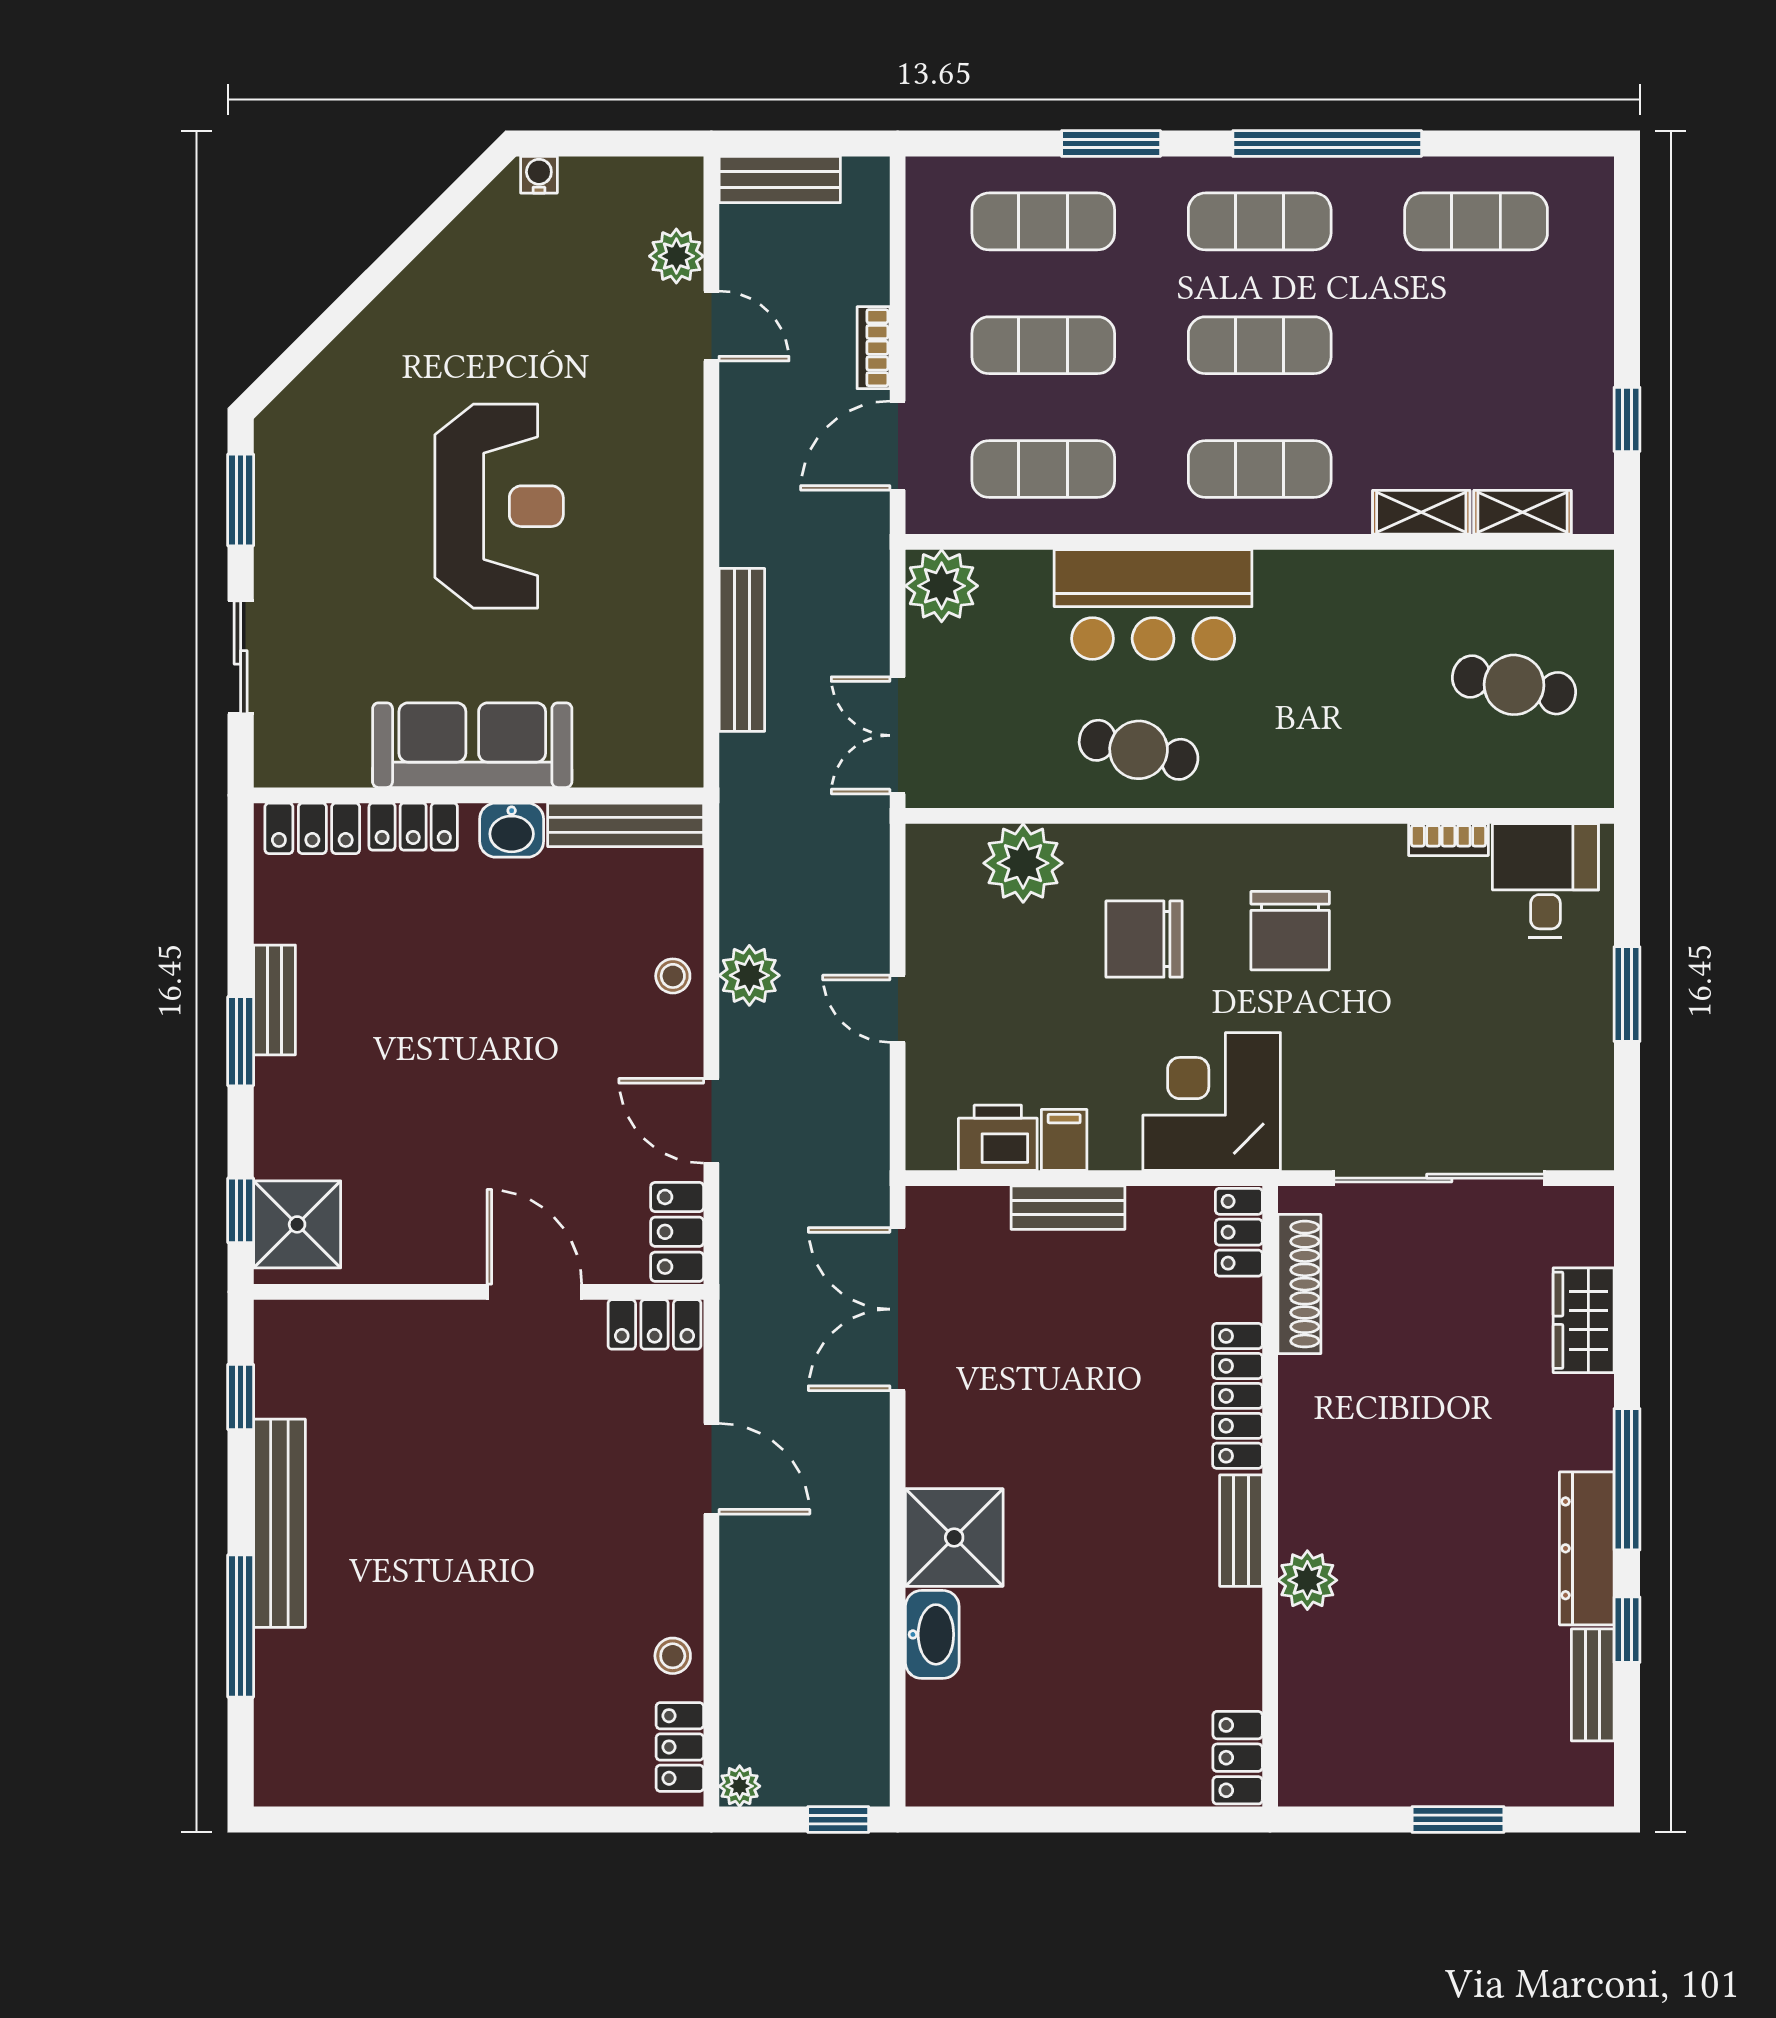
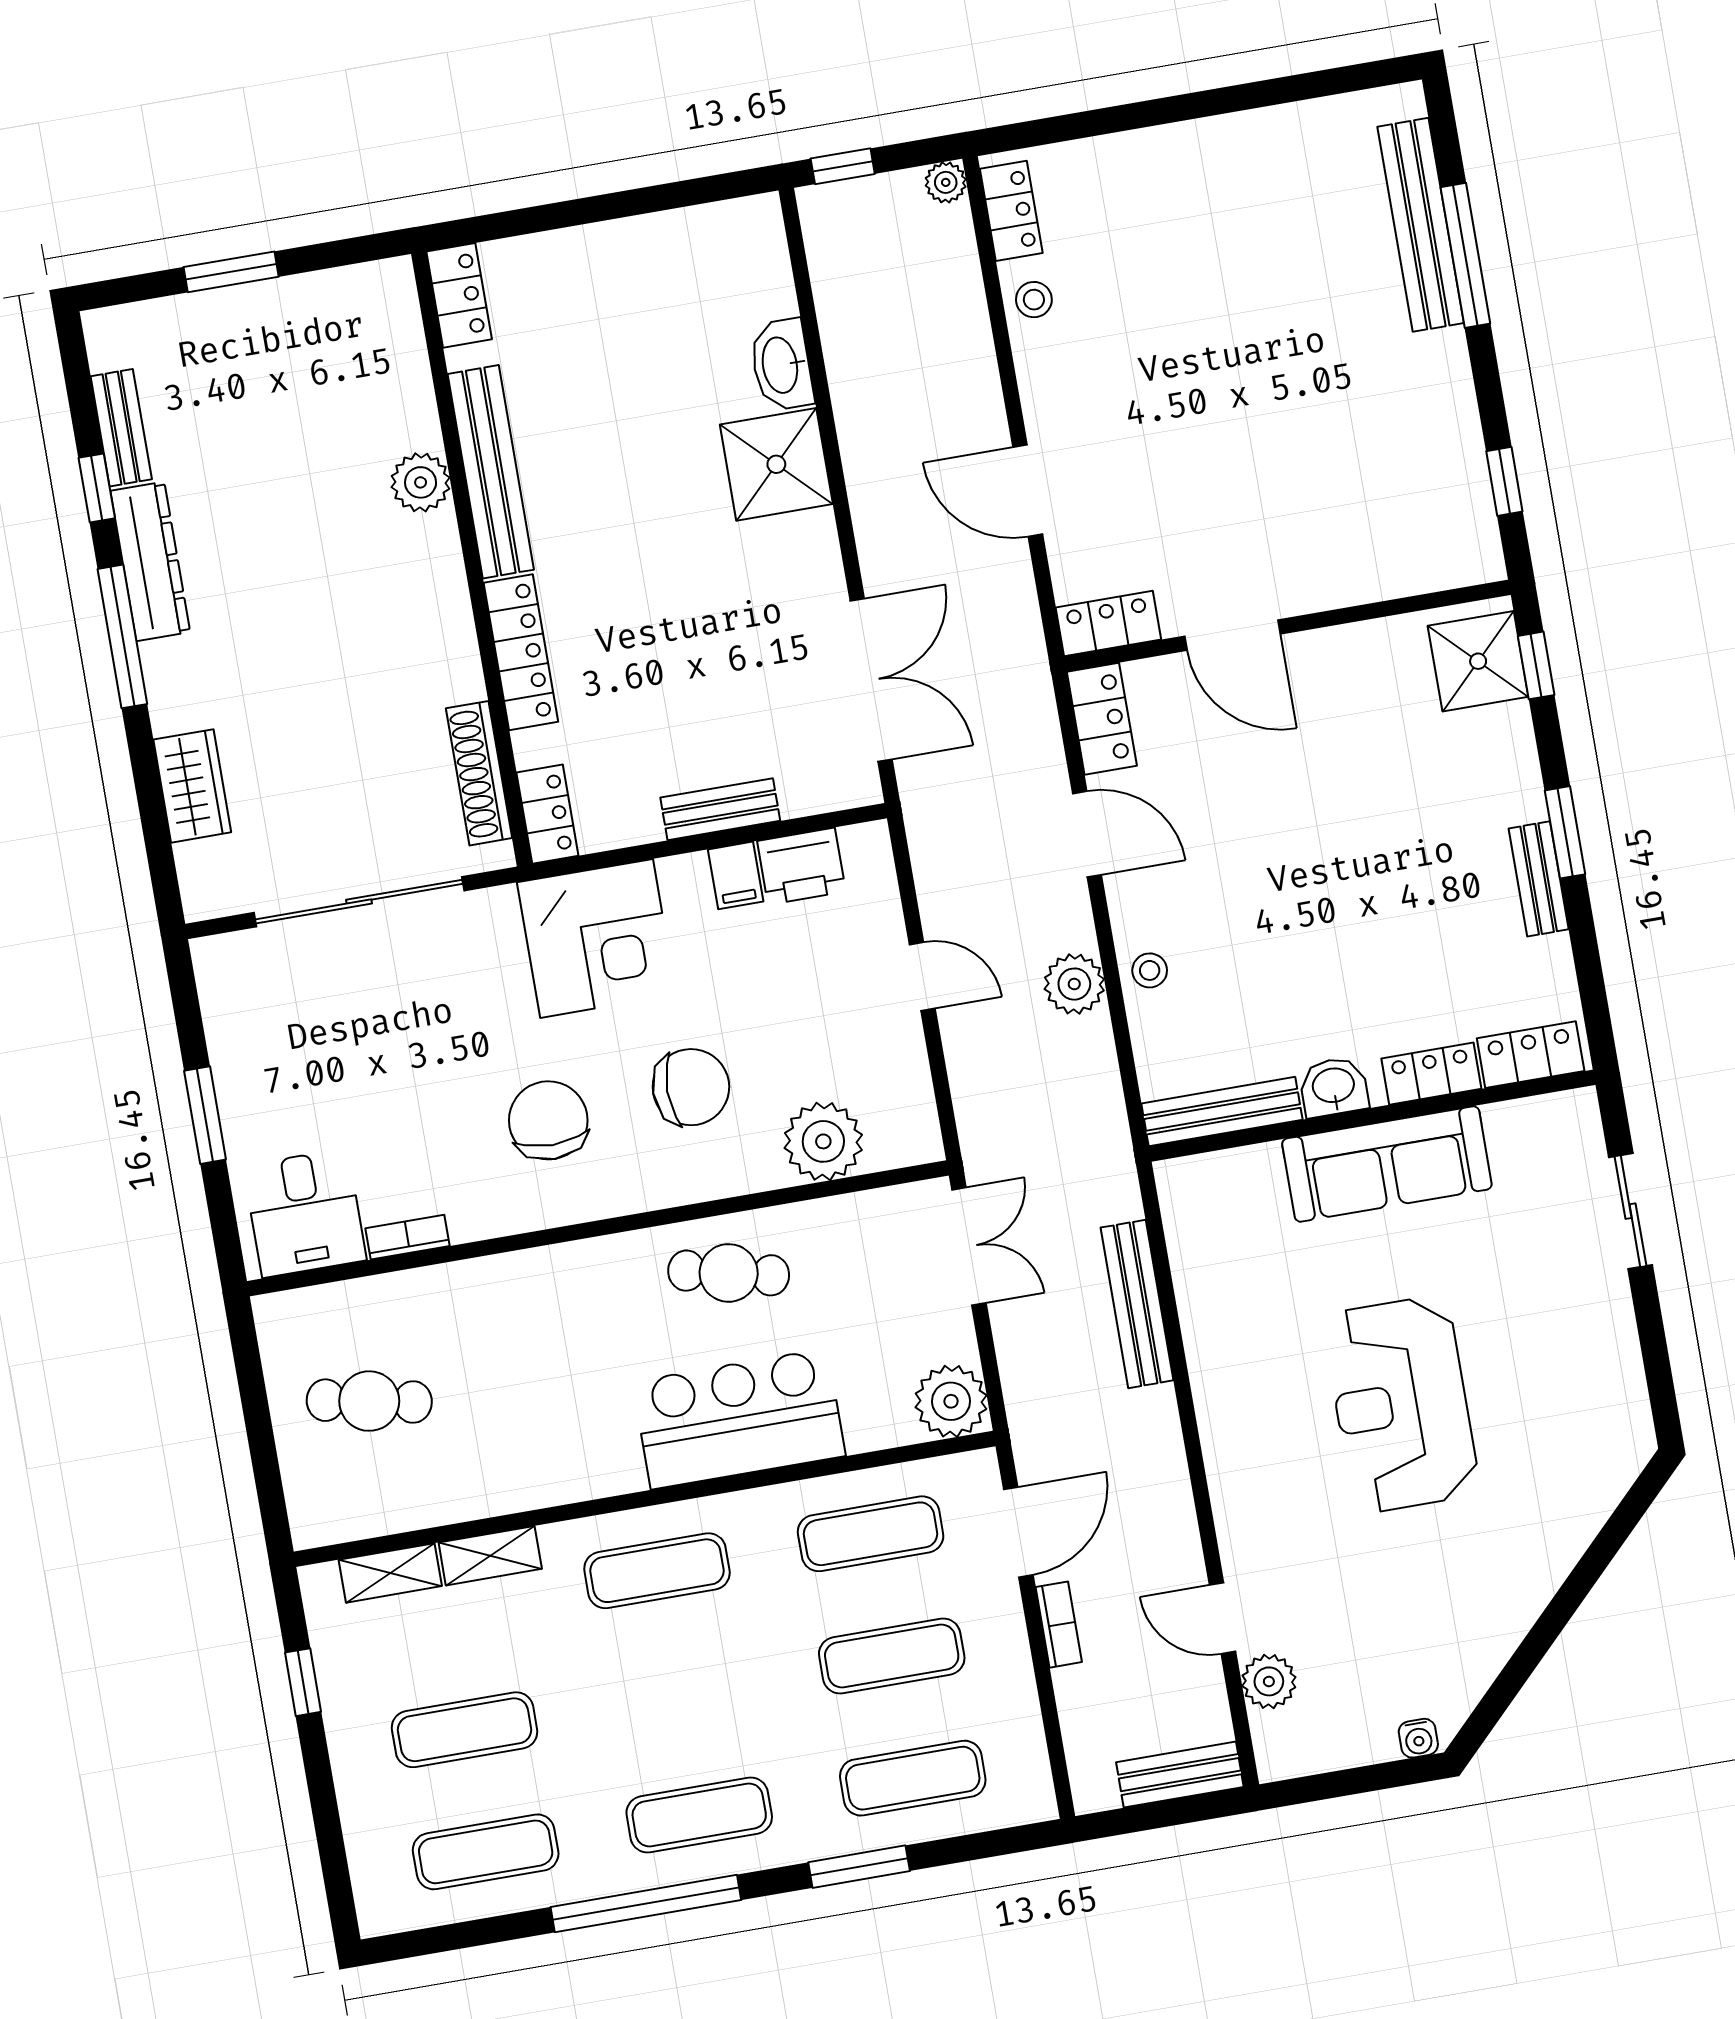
exercise mat: (1260, 345) -> (465, 1730), moved
window: (241, 500) -> (1657, 1366), removed
bench: (279, 1523) -> (1421, 225), moved
bench: (1241, 1531) -> (491, 472), width x1.86, depth x1.21

